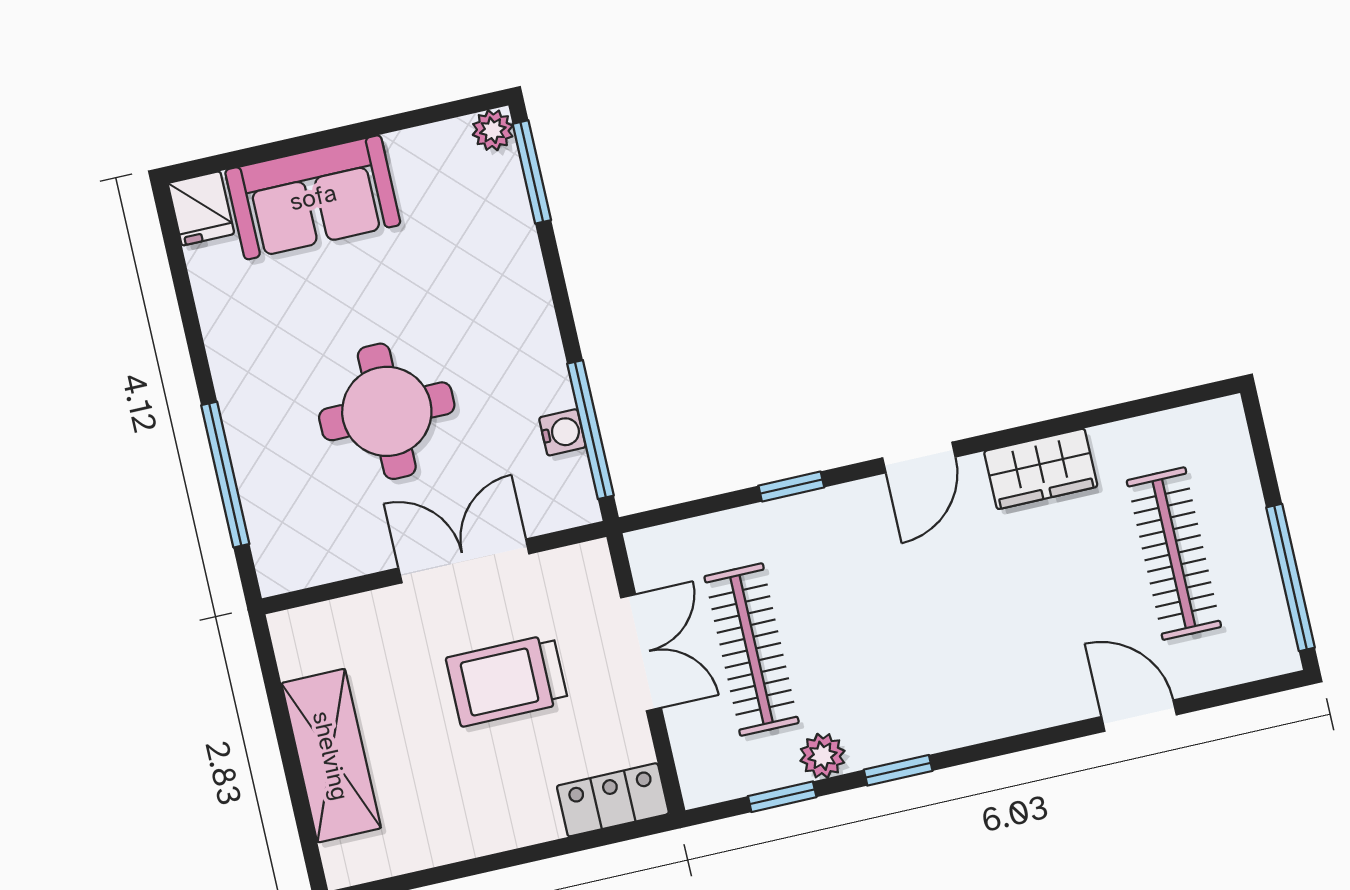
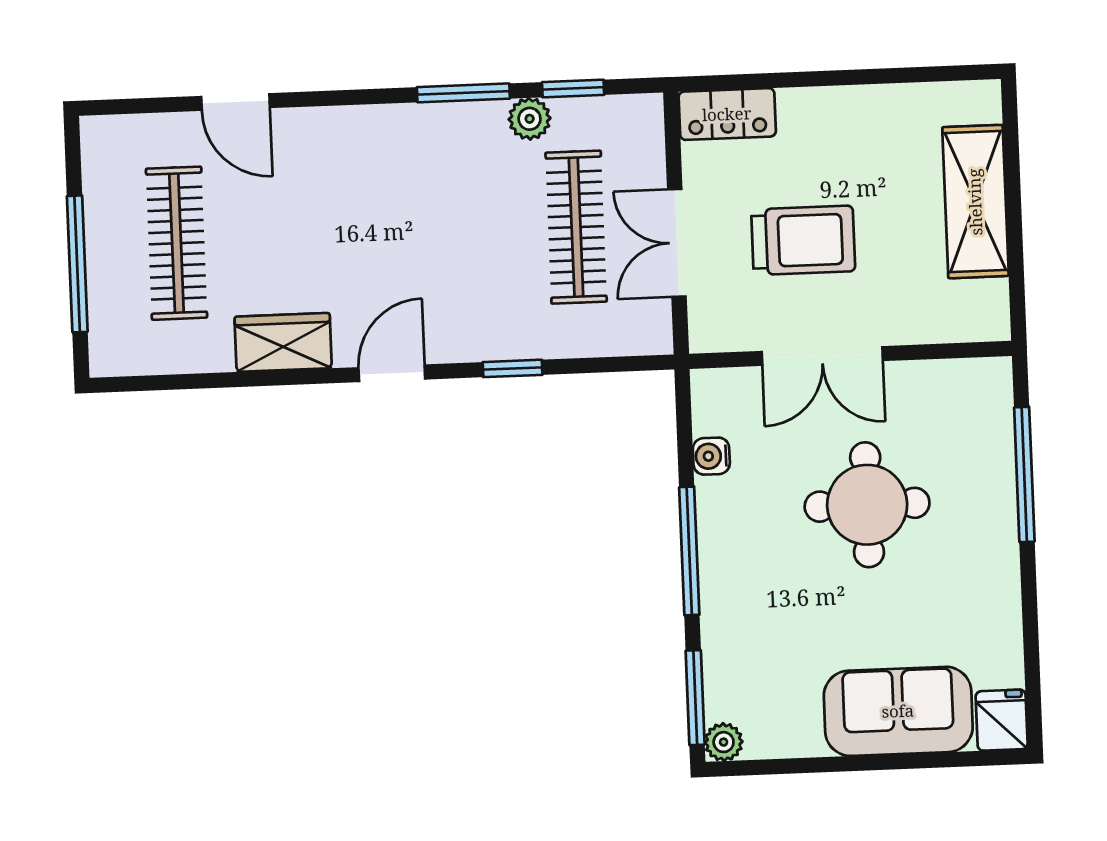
window: (590, 430) -> (689, 551), moved
window: (1291, 577) -> (77, 264), moved
window: (898, 770) -> (463, 93), width x1.50

